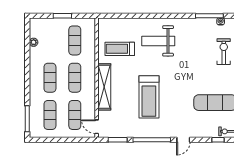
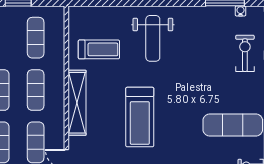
weight bench: (158, 41) -> (153, 38), turned -90
treadmill: (120, 49) -> (99, 49), turned 180

